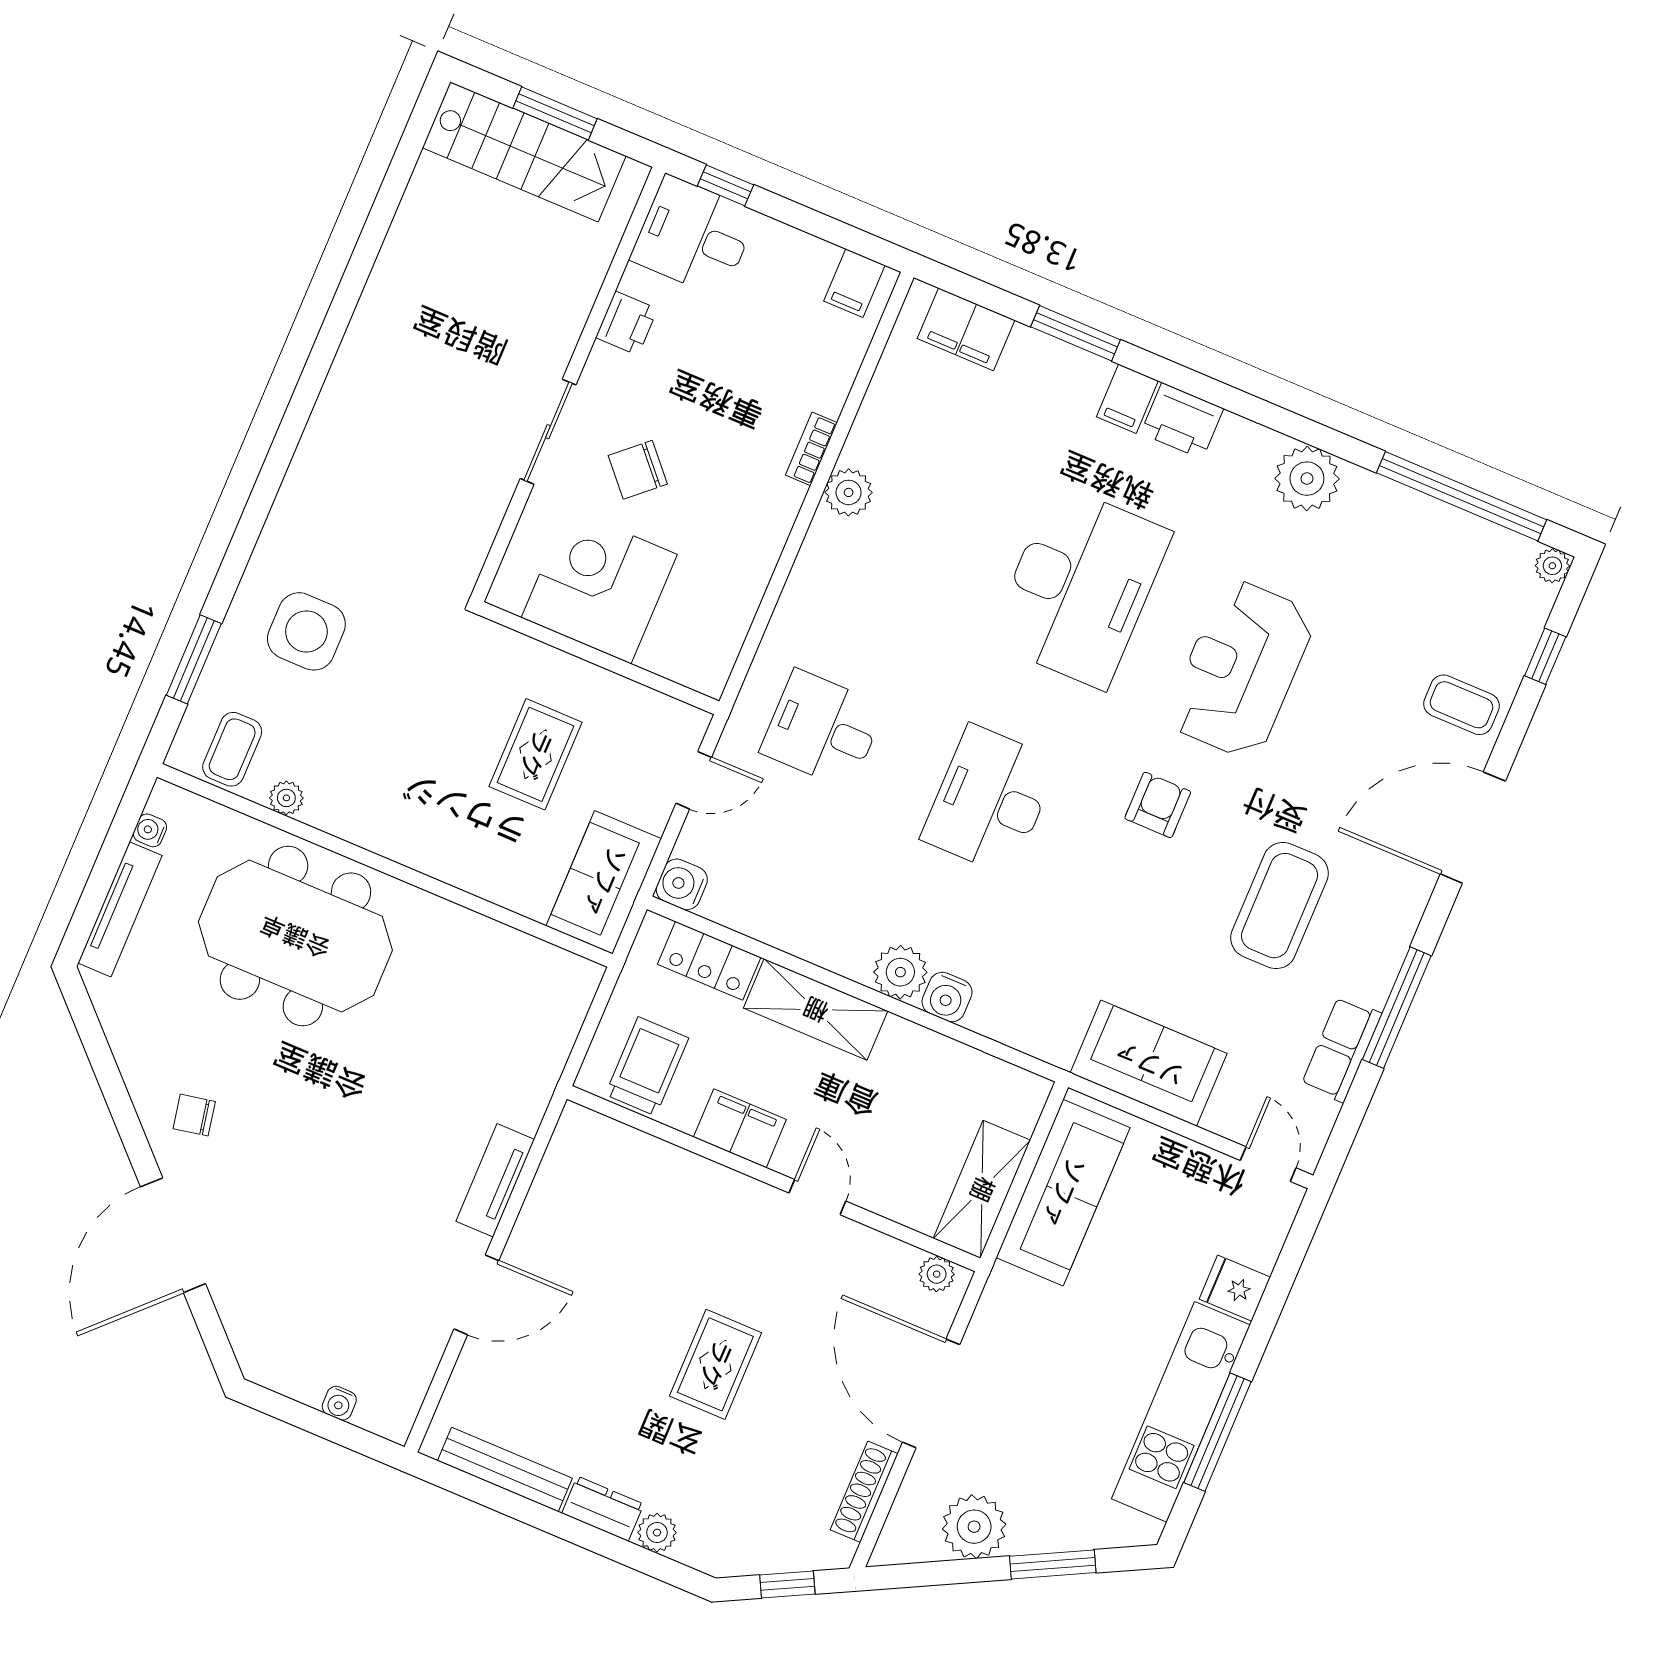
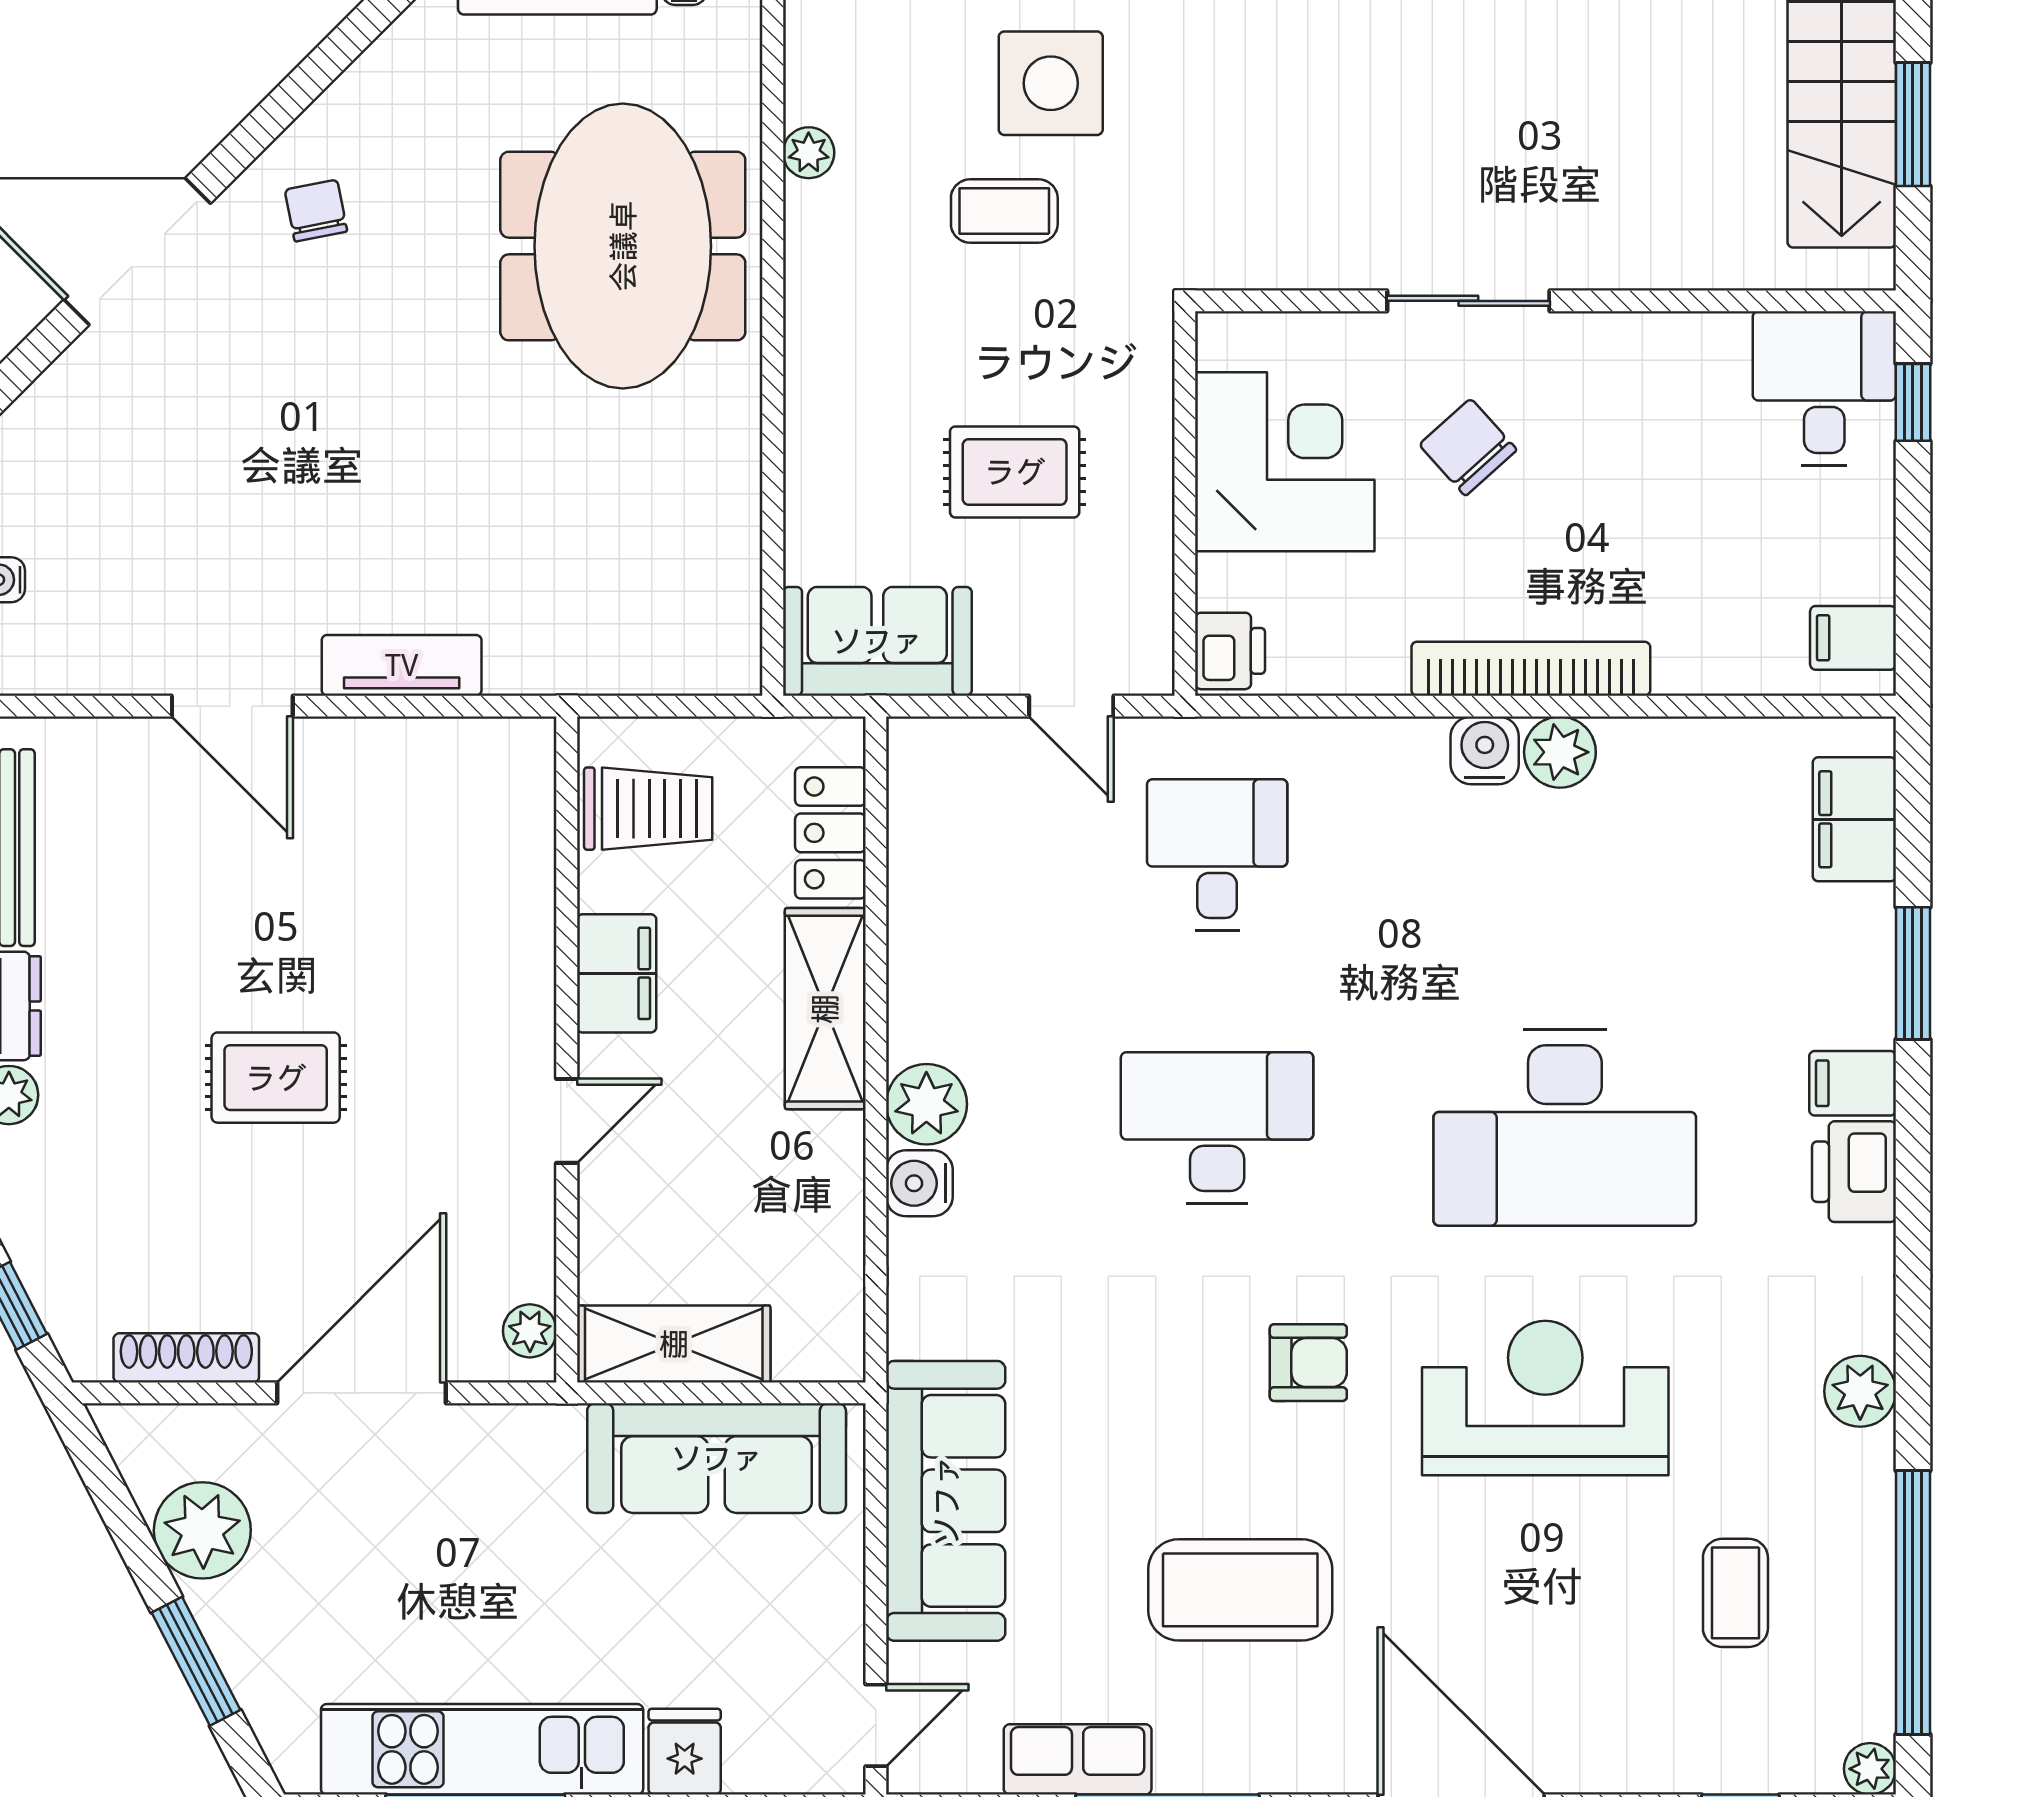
printer: (627, 323) -> (1230, 651), moved, turned -90
bookcase: (811, 449) -> (1531, 669), width x2.31, depth x1.31
plant: (1307, 479) -> (1860, 1391), width x0.73, depth x0.73
coffee table: (1461, 705) -> (1735, 1593), moved
coffee table: (232, 749) -> (1004, 211), moved
water cooler: (682, 884) -> (1485, 750), moved
sofa: (1149, 1063) -> (946, 1501), width x1.36

